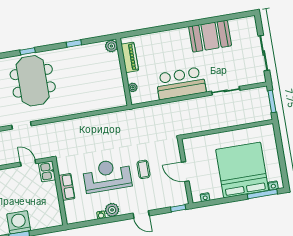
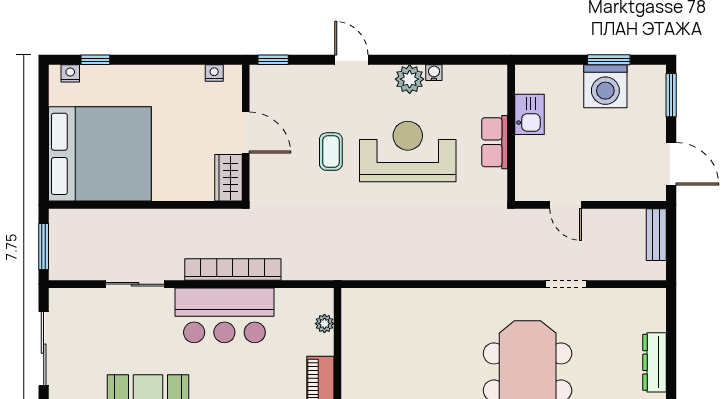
bookcase: (180, 106) -> (233, 270), added
wardrobe: (190, 149) -> (229, 178), added
bed: (242, 170) -> (100, 154), moved, turned -90
kitchen sink: (47, 171) -> (529, 114), moved
reception desk: (107, 176) -> (408, 151), turned 180
window: (262, 194) -> (95, 60), width x0.46

